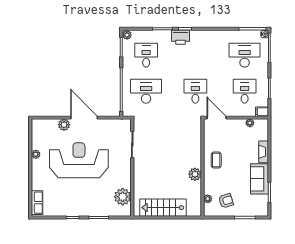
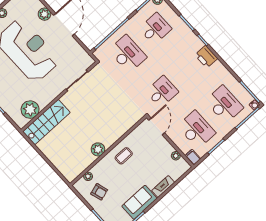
printer: (181, 37) -> (206, 57), moved
desk: (245, 91) -> (196, 130), width x1.37
stairs: (163, 208) -> (46, 122), moved, turned 90

